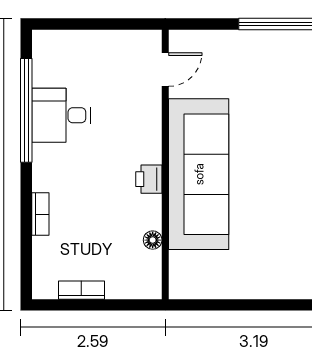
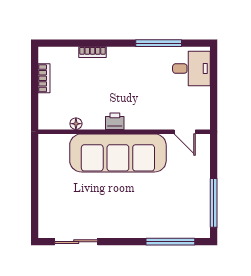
window: (26, 110) -> (159, 43), width x0.68
desk: (61, 115) -> (191, 69), moved, turned 90

